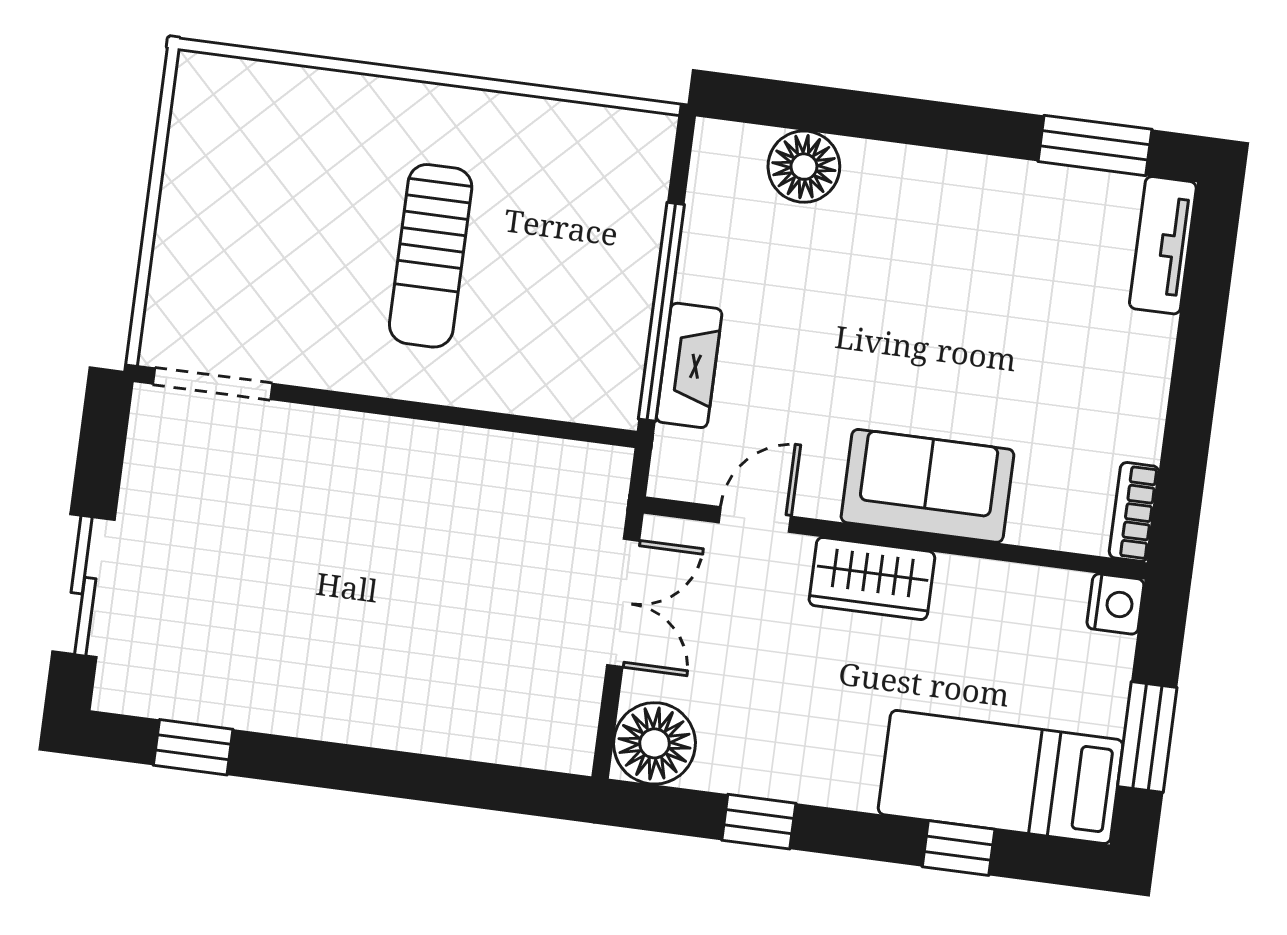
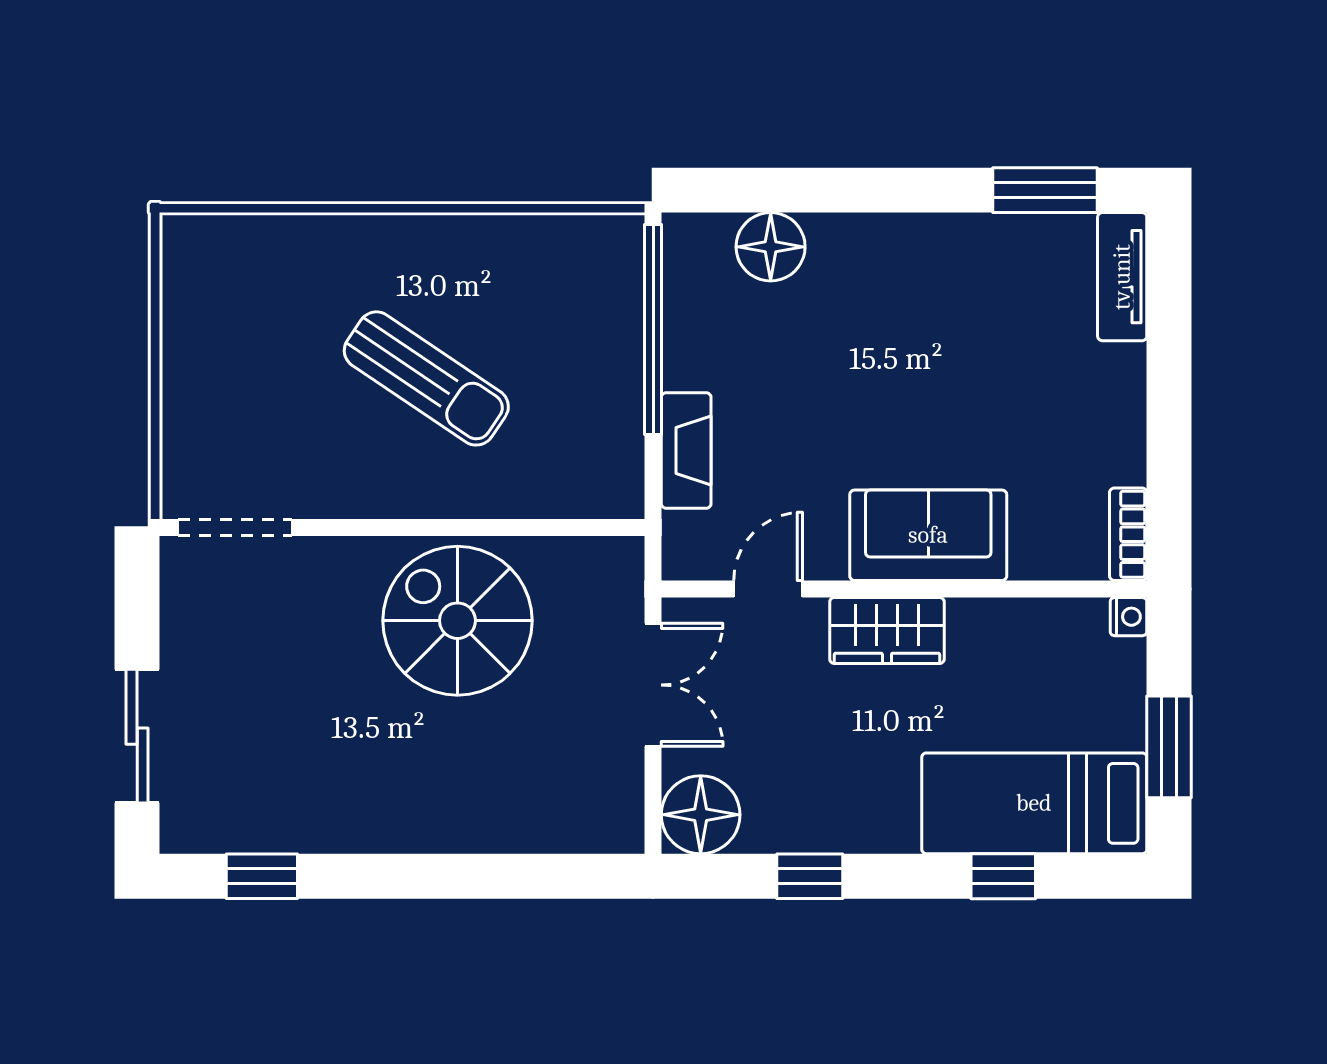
sun lounger: (431, 256) -> (426, 378), turned -56
window: (661, 312) -> (653, 329), moved
spiral stairs: (430, 510) -> (457, 621), added
nightstand: (1115, 604) -> (1129, 617), width x0.72, depth x0.74

